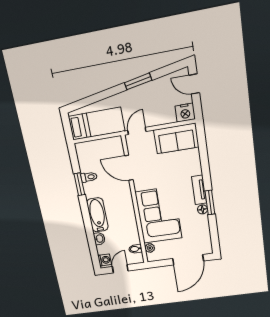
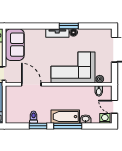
door: (129, 168) -> (31, 84), swing flipped
window: (87, 219) -> (68, 126), added

